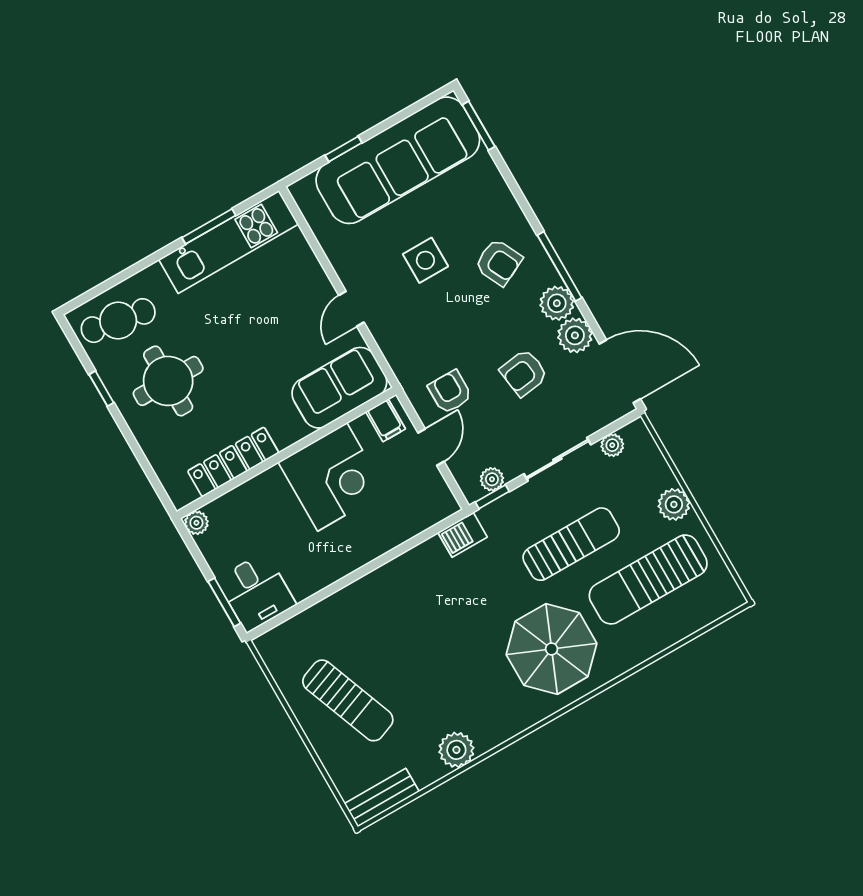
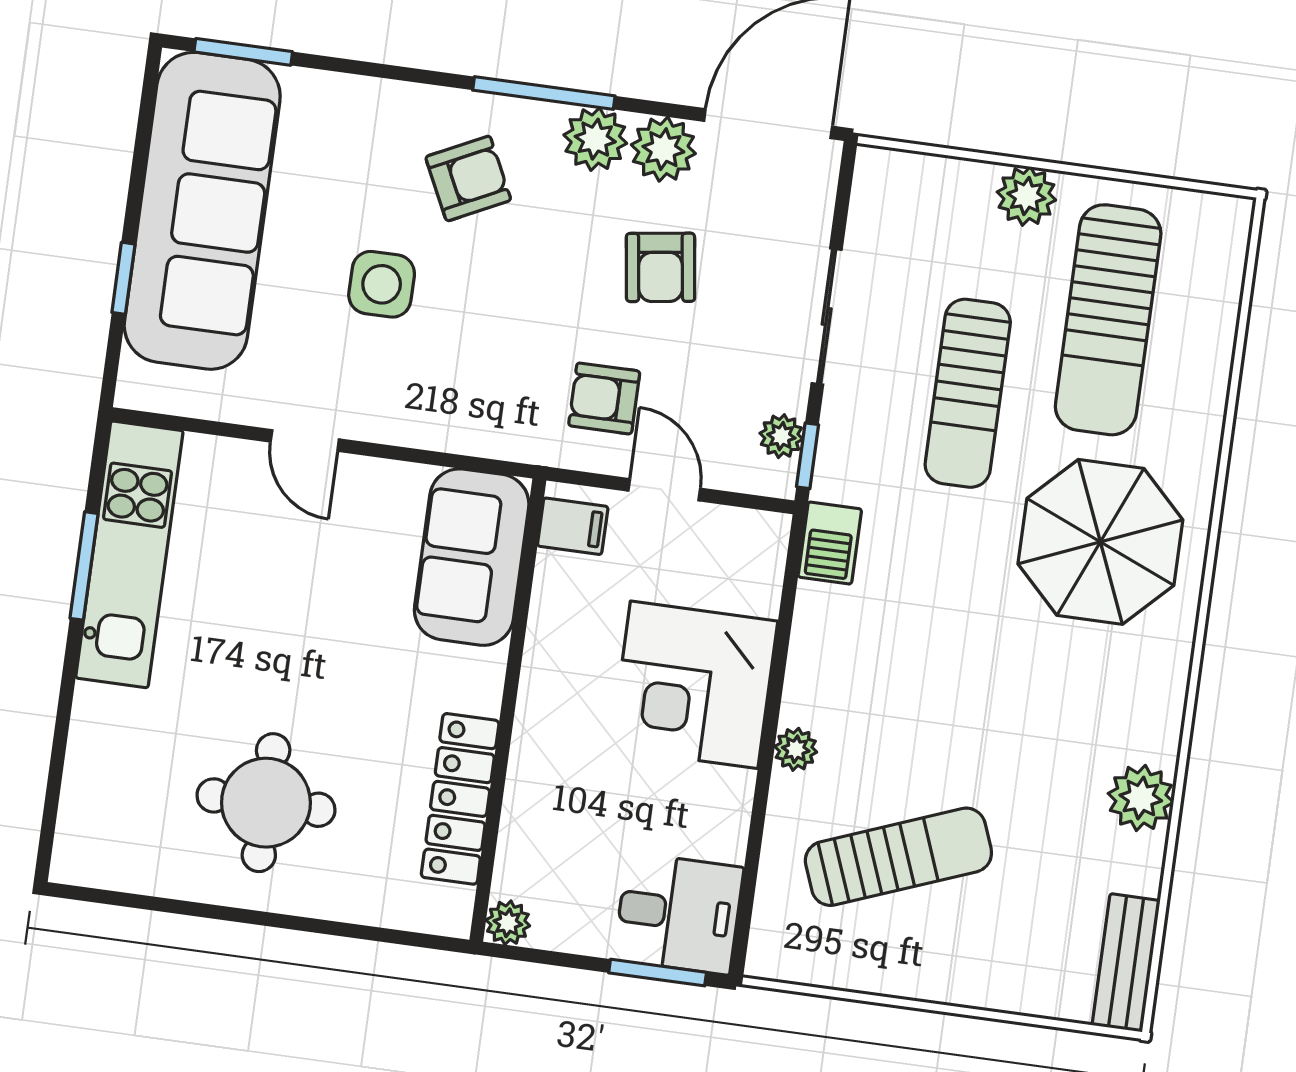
door: (351, 309) -> (305, 440), moved
cafe table: (118, 321) -> (120, 807), removed
window: (101, 389) -> (201, 910), removed
plant: (612, 445) -> (796, 749), moved
corner desk: (332, 477) -> (694, 685), moved, turned 180
sun lounger: (571, 544) -> (968, 393), turned 180
sun lounger: (348, 700) -> (898, 857), moved

